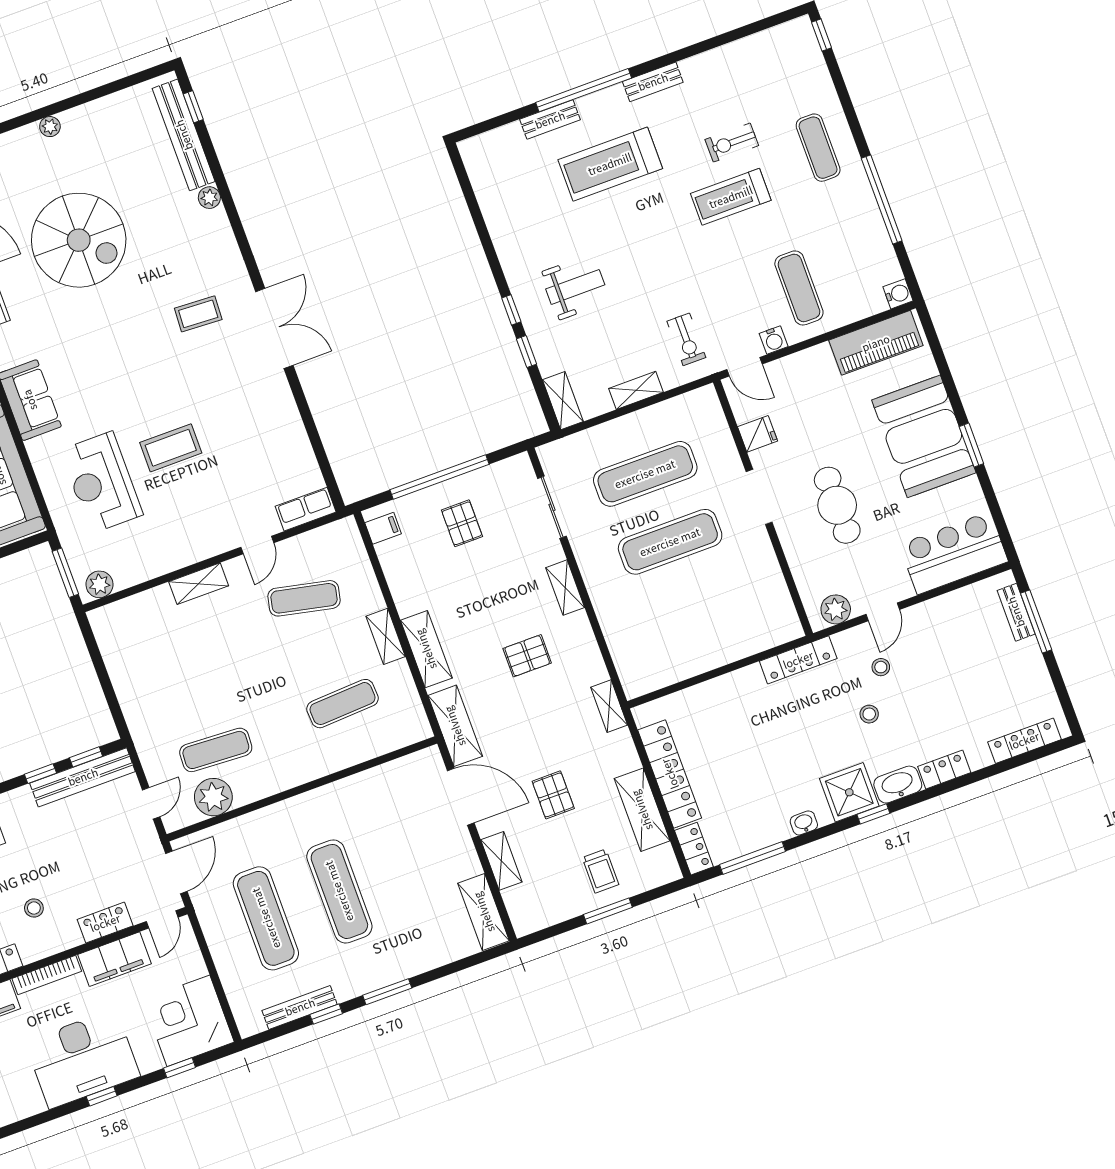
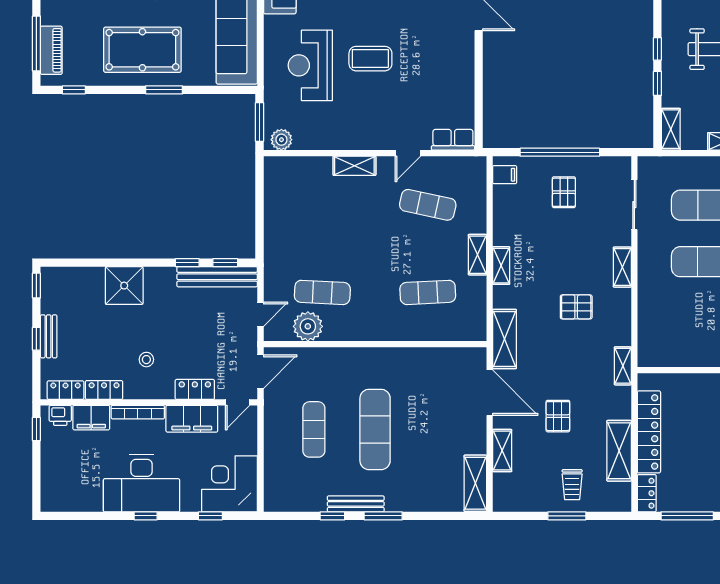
shelving: (426, 649) -> (501, 266), width x0.67, depth x0.75
exercise mat: (266, 918) -> (314, 429), width x0.73, depth x0.69
bench: (300, 1007) -> (356, 504), moved

